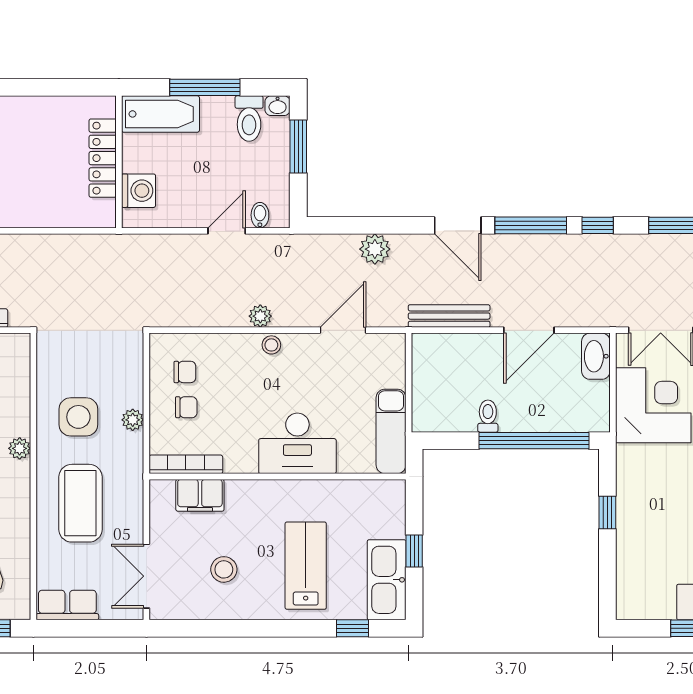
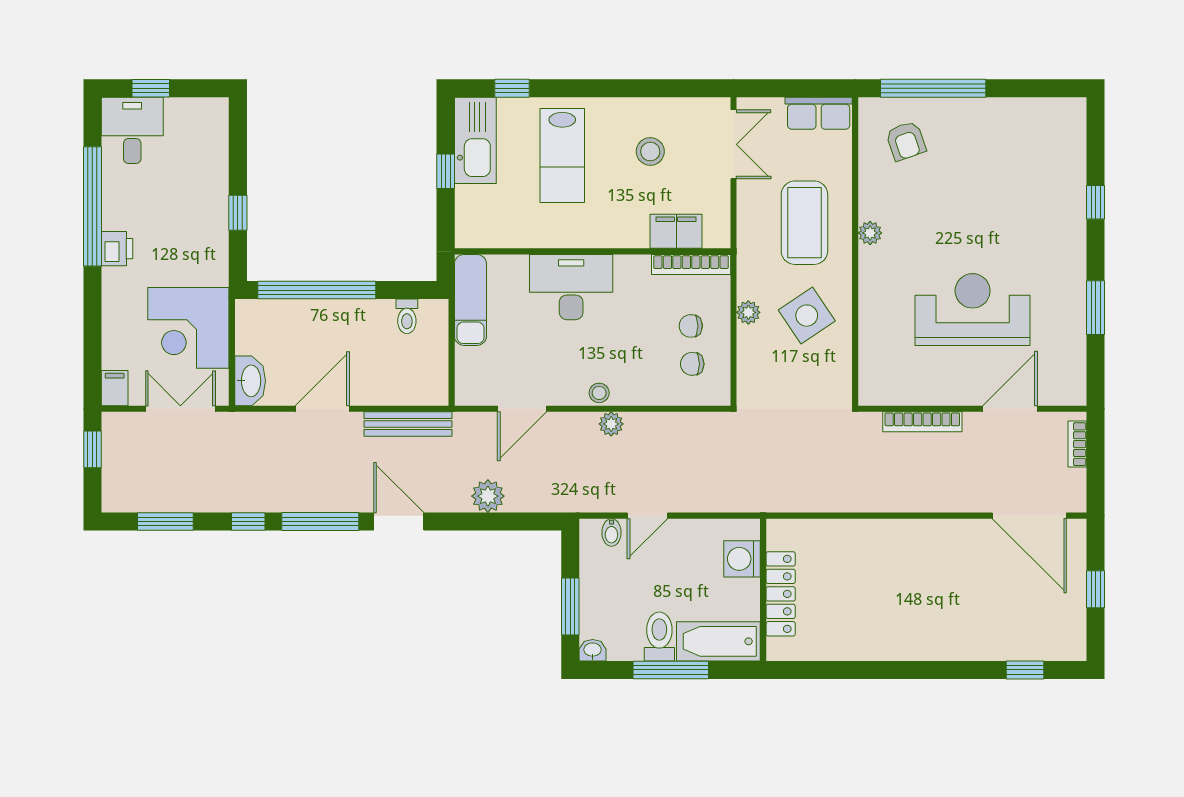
toilet: (249, 119) -> (659, 636), moved
toilet: (488, 416) -> (407, 316), moved
side table: (78, 417) -> (807, 316), turned -34
plant: (20, 448) -> (870, 233), moved

